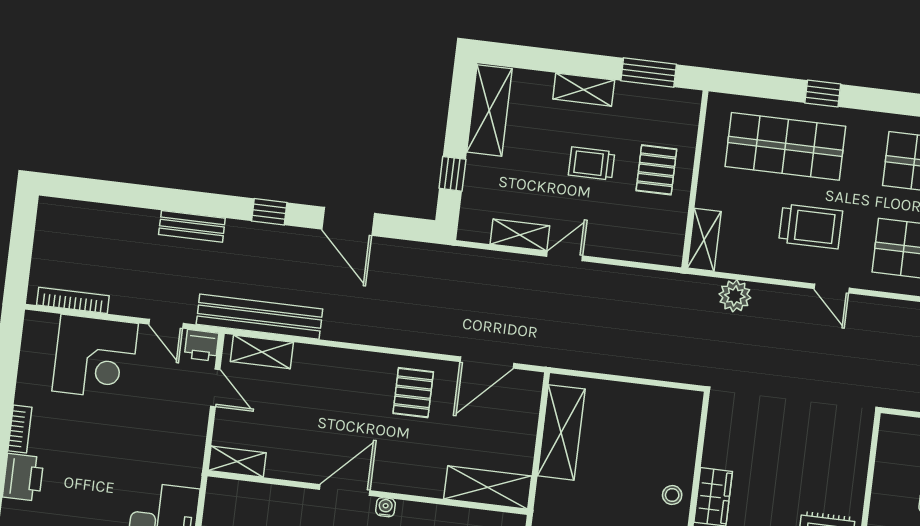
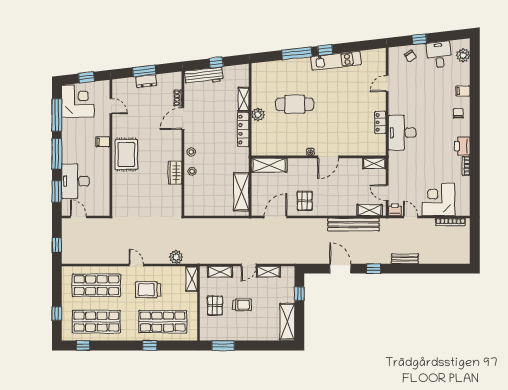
shelving: (584, 90) -> (220, 272), moved
bench: (259, 317) -> (353, 225), moved

